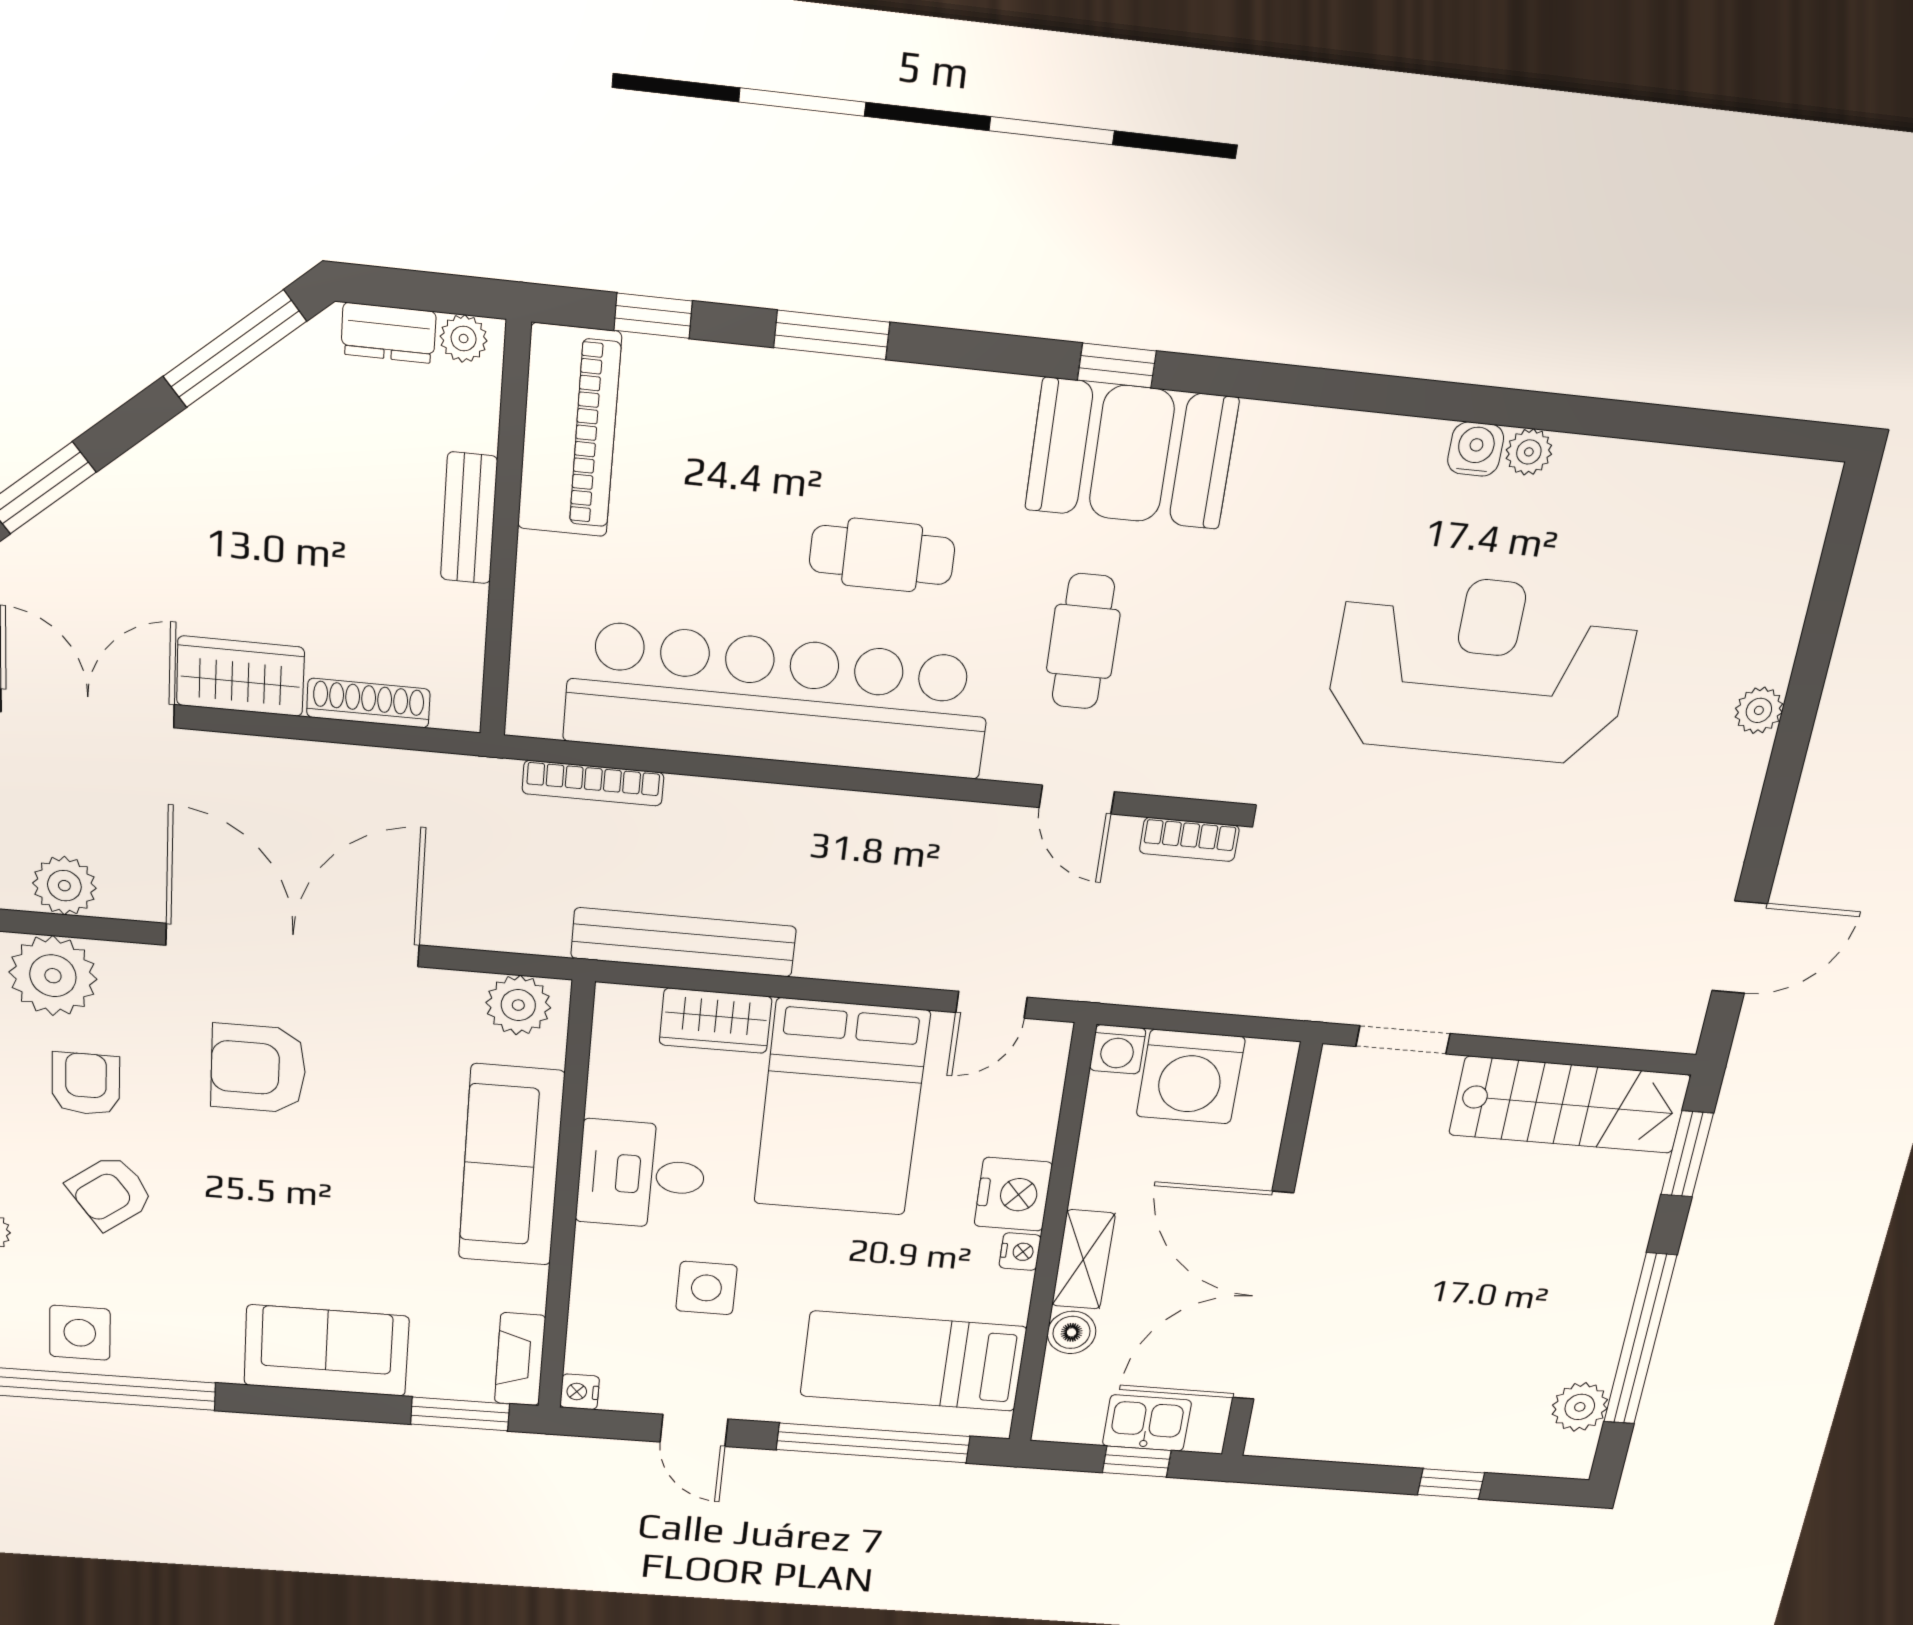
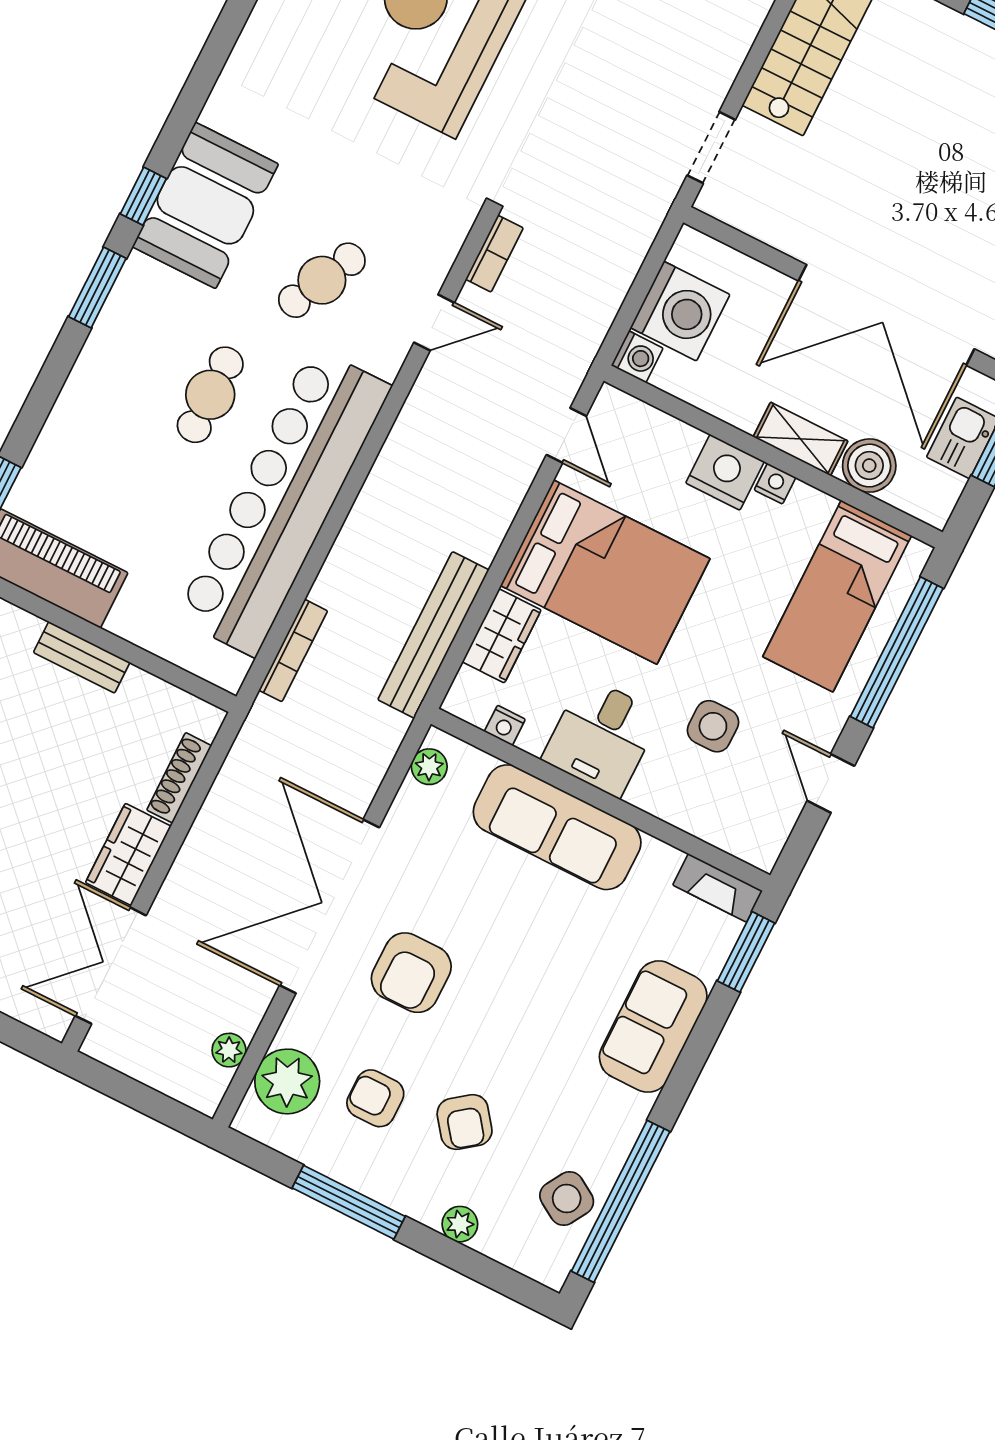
window: (832, 335) -> (97, 287), moved
cafe table: (1083, 641) -> (322, 280), turned -64
plant: (64, 886) -> (229, 1050), width x0.73, depth x0.73
plant: (518, 1005) -> (429, 767), width x0.73, depth x0.73
boiler: (1072, 1332) -> (869, 466), width x1.36, depth x1.36
side table: (80, 1333) -> (567, 1198), turned 31
nightstand: (580, 1392) -> (505, 725), moved
door: (694, 1430) -> (831, 783), swing flipped

